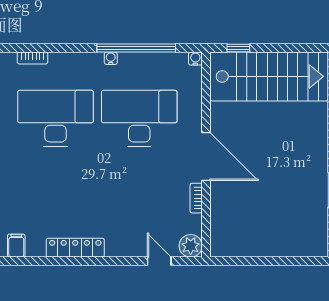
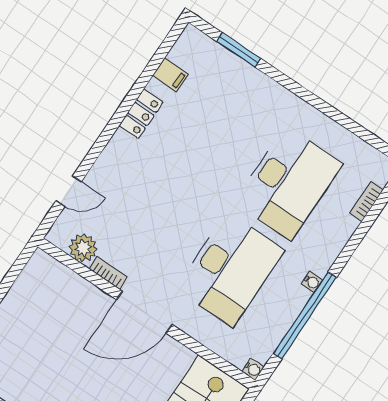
filing cabinet: (16, 246) -> (170, 75), moved
plant: (191, 246) -> (83, 248), moved
locker: (75, 248) -> (141, 114), width x0.66

